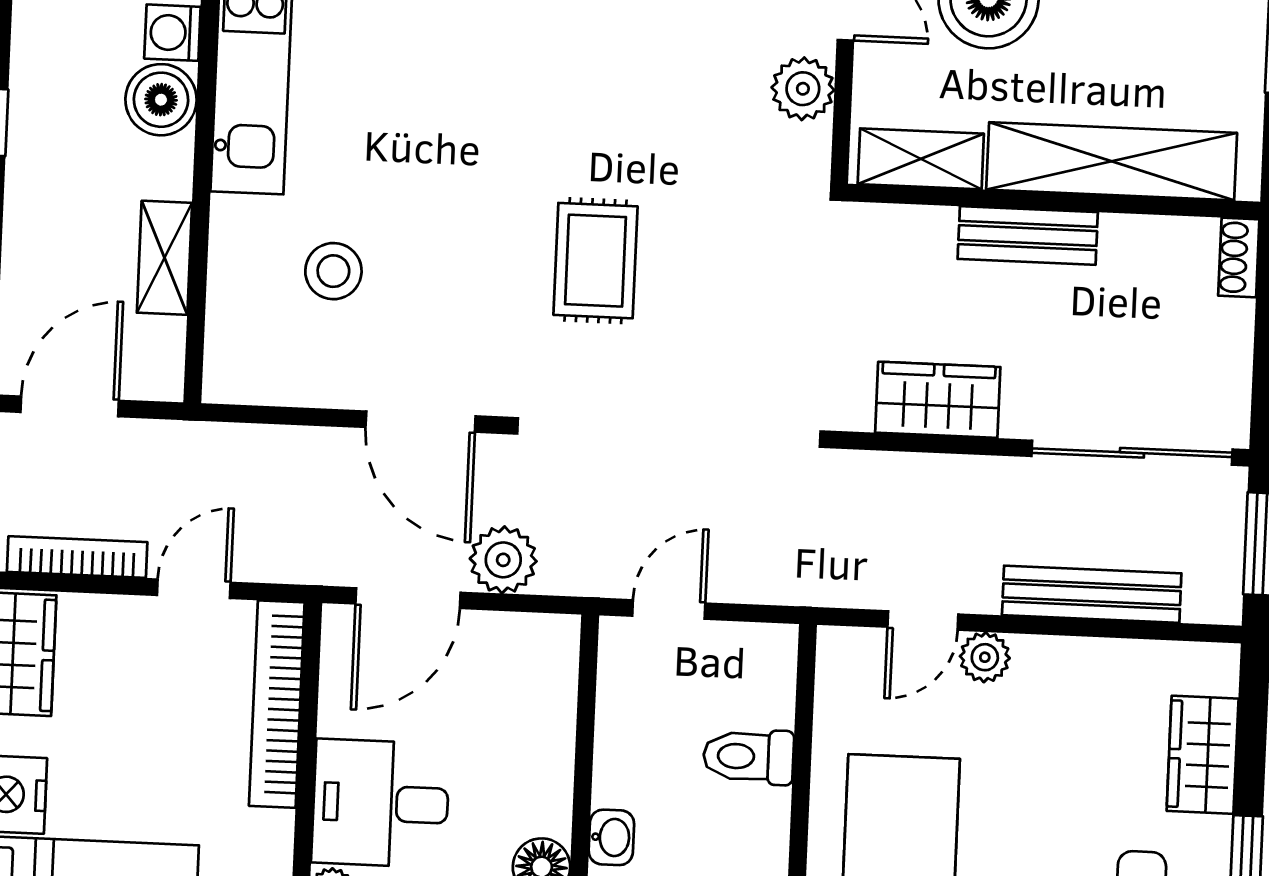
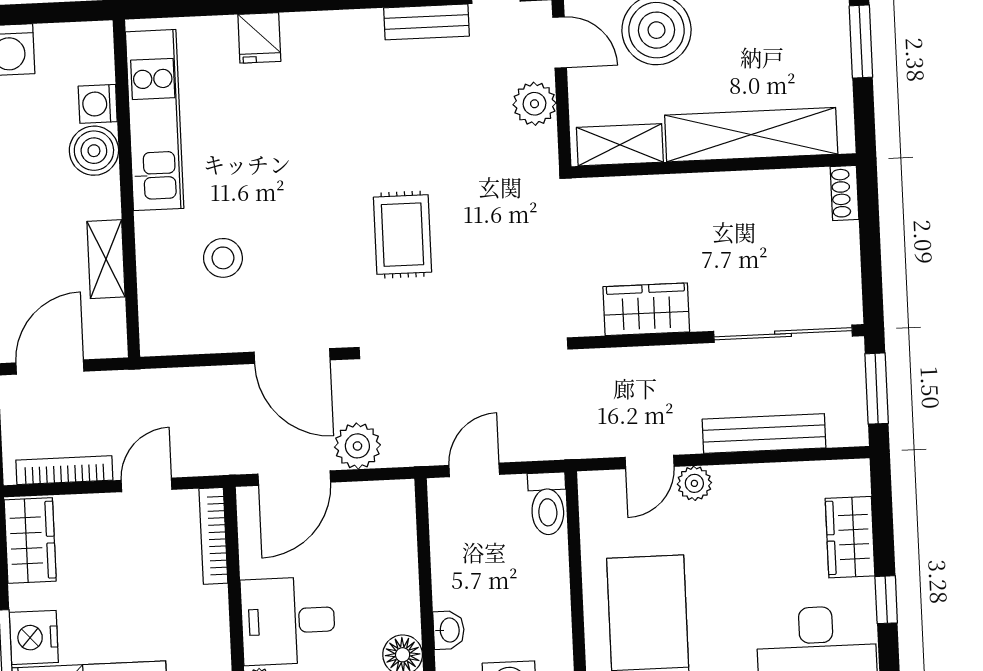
bench: (1028, 236) -> (698, 191), removed
bookcase: (277, 704) -> (213, 536), width x0.68, depth x0.76
toilet: (749, 757) -> (547, 504), moved, turned -90

